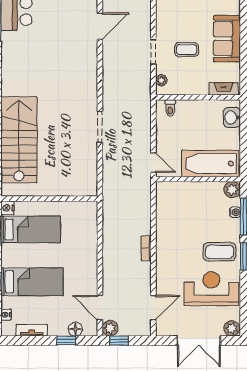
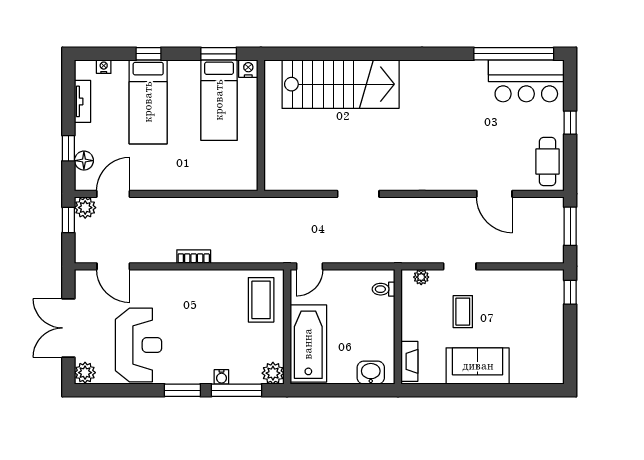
water cooler: (235, 212) -> (221, 377), moved
coffee table: (220, 252) -> (261, 300), moved

